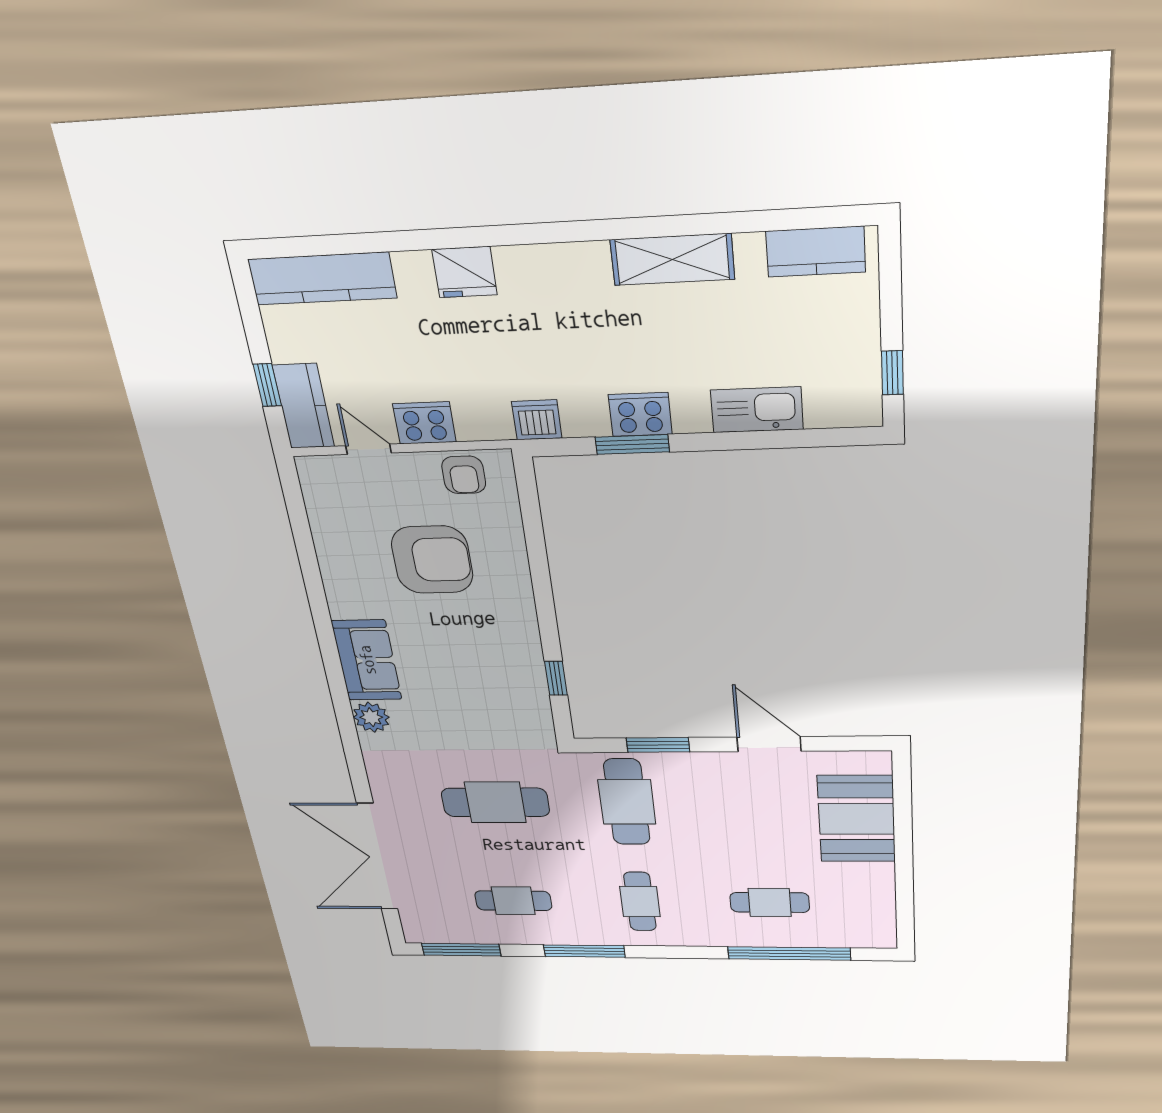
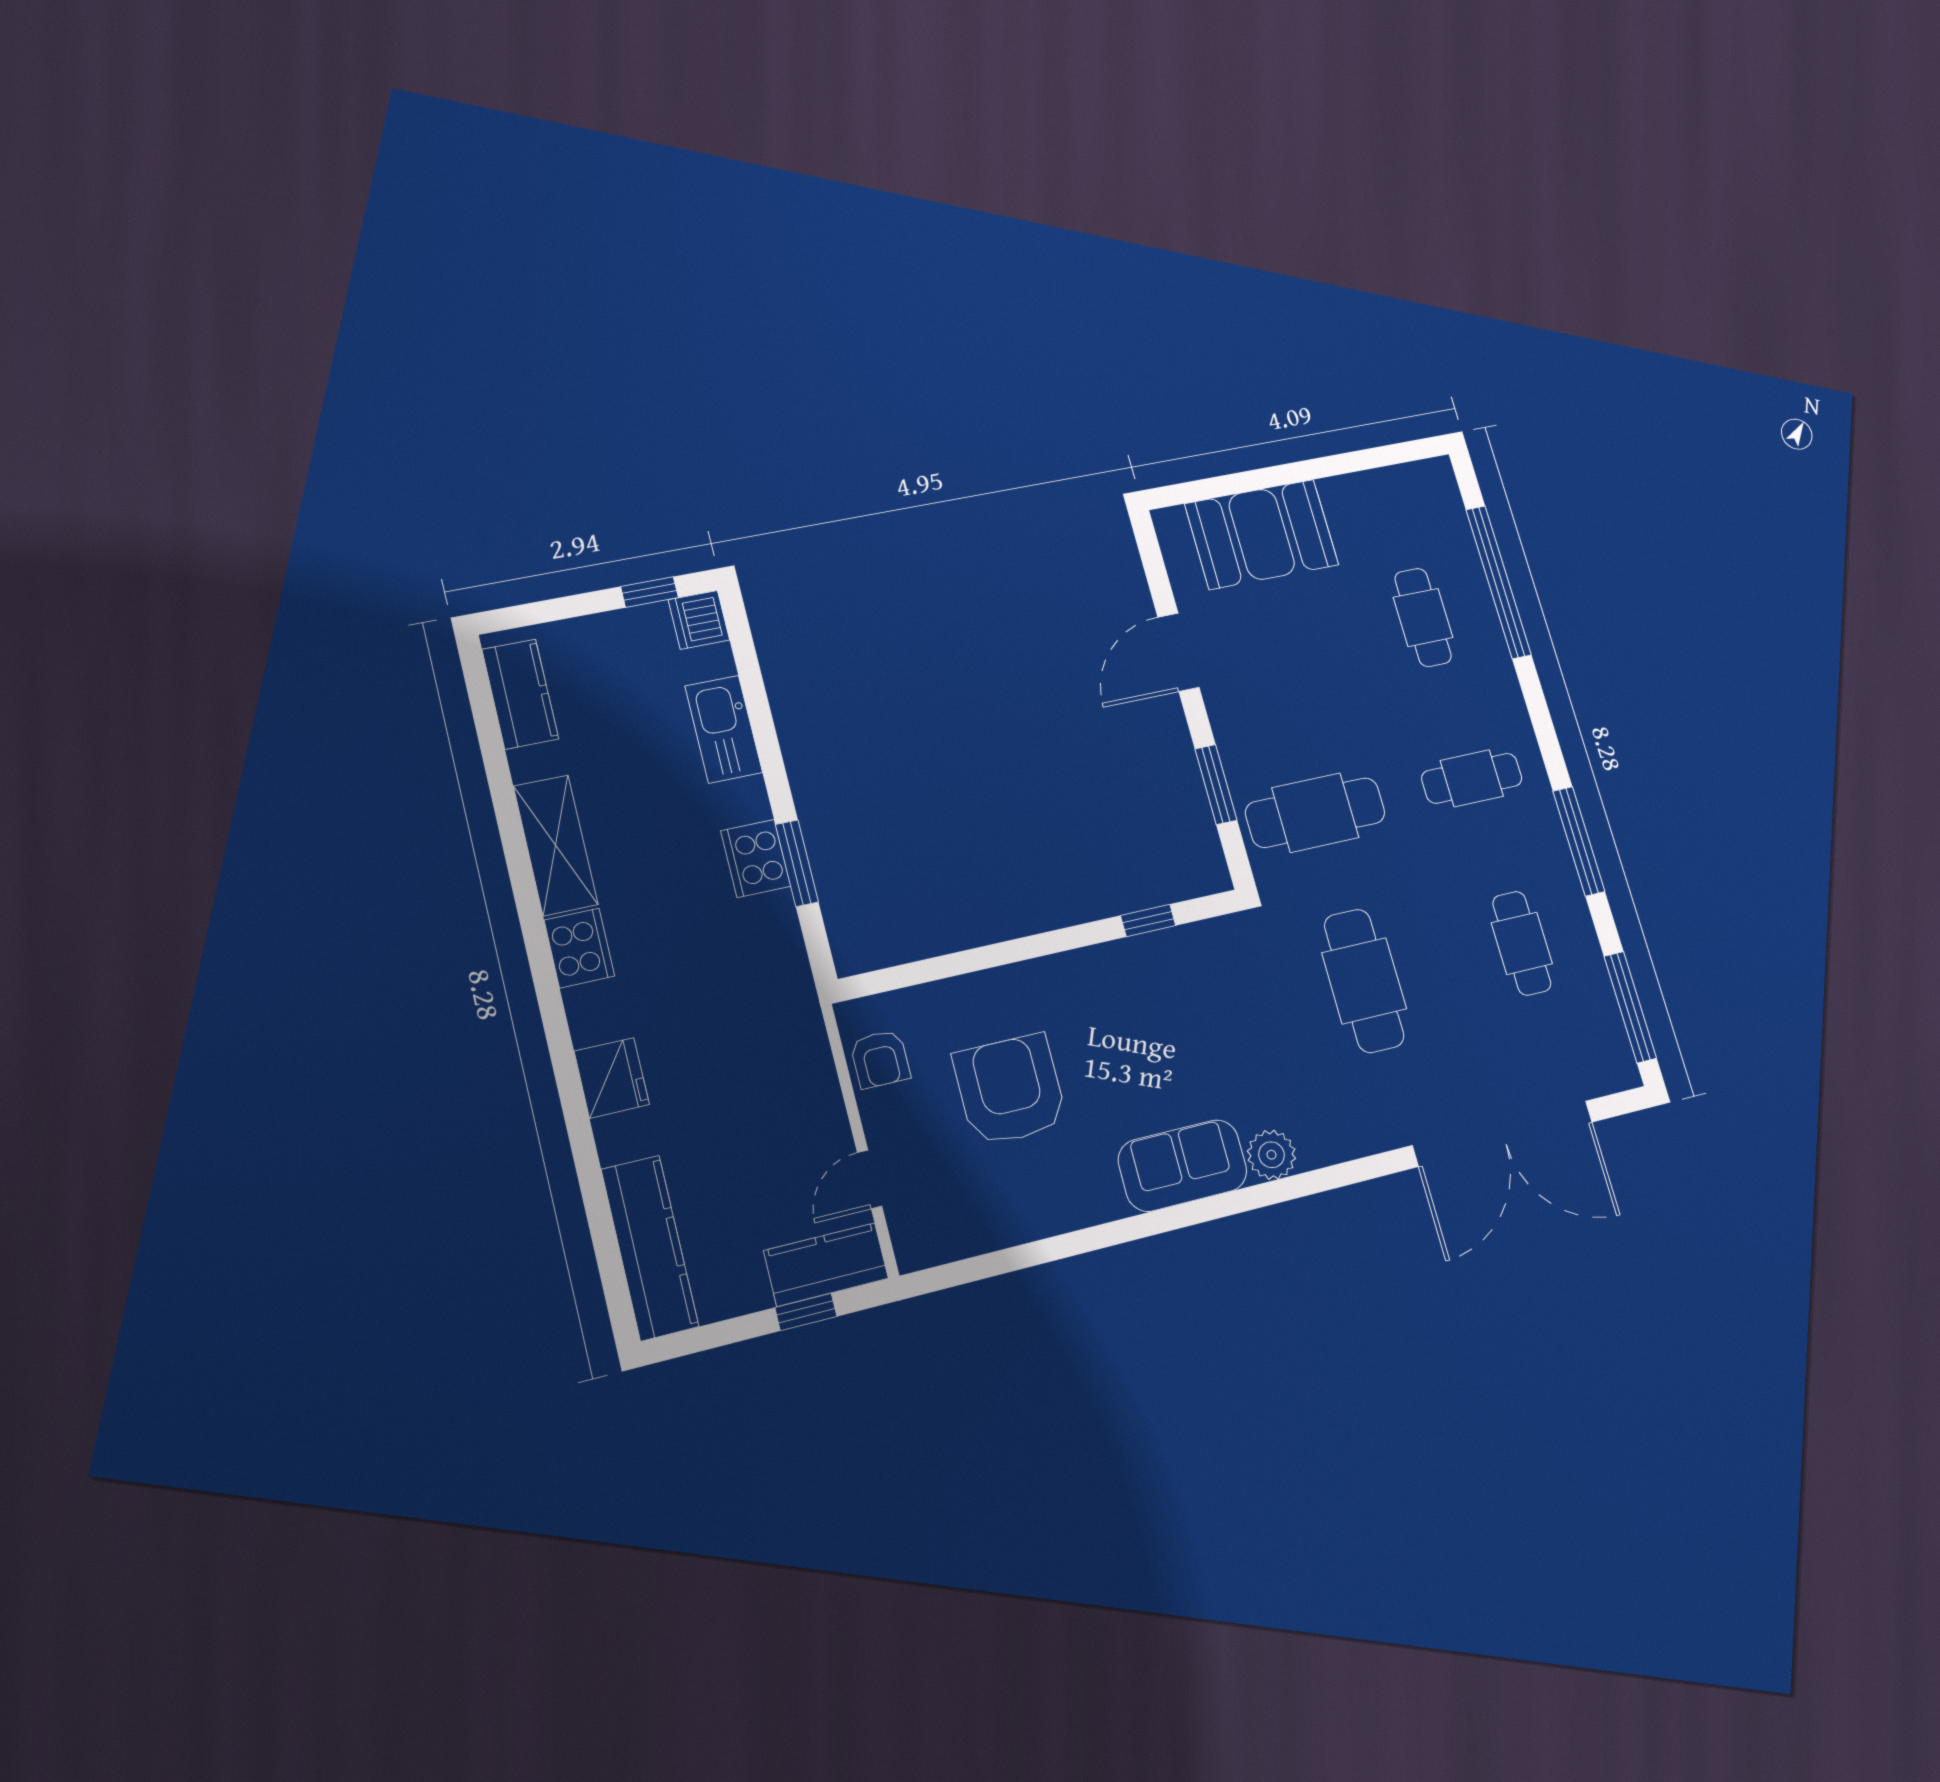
dishwasher: (537, 420) -> (699, 620), moved
cooker: (424, 423) -> (579, 948), moved, turned 180
armchair: (464, 475) -> (880, 1059), turned 90

